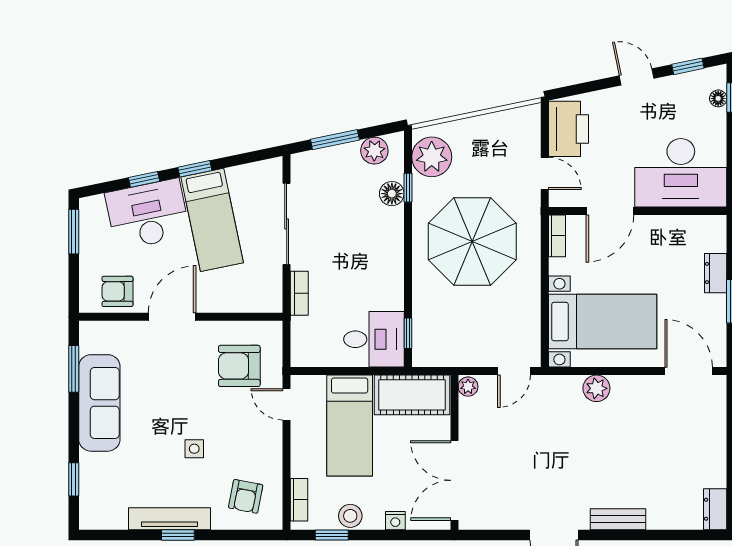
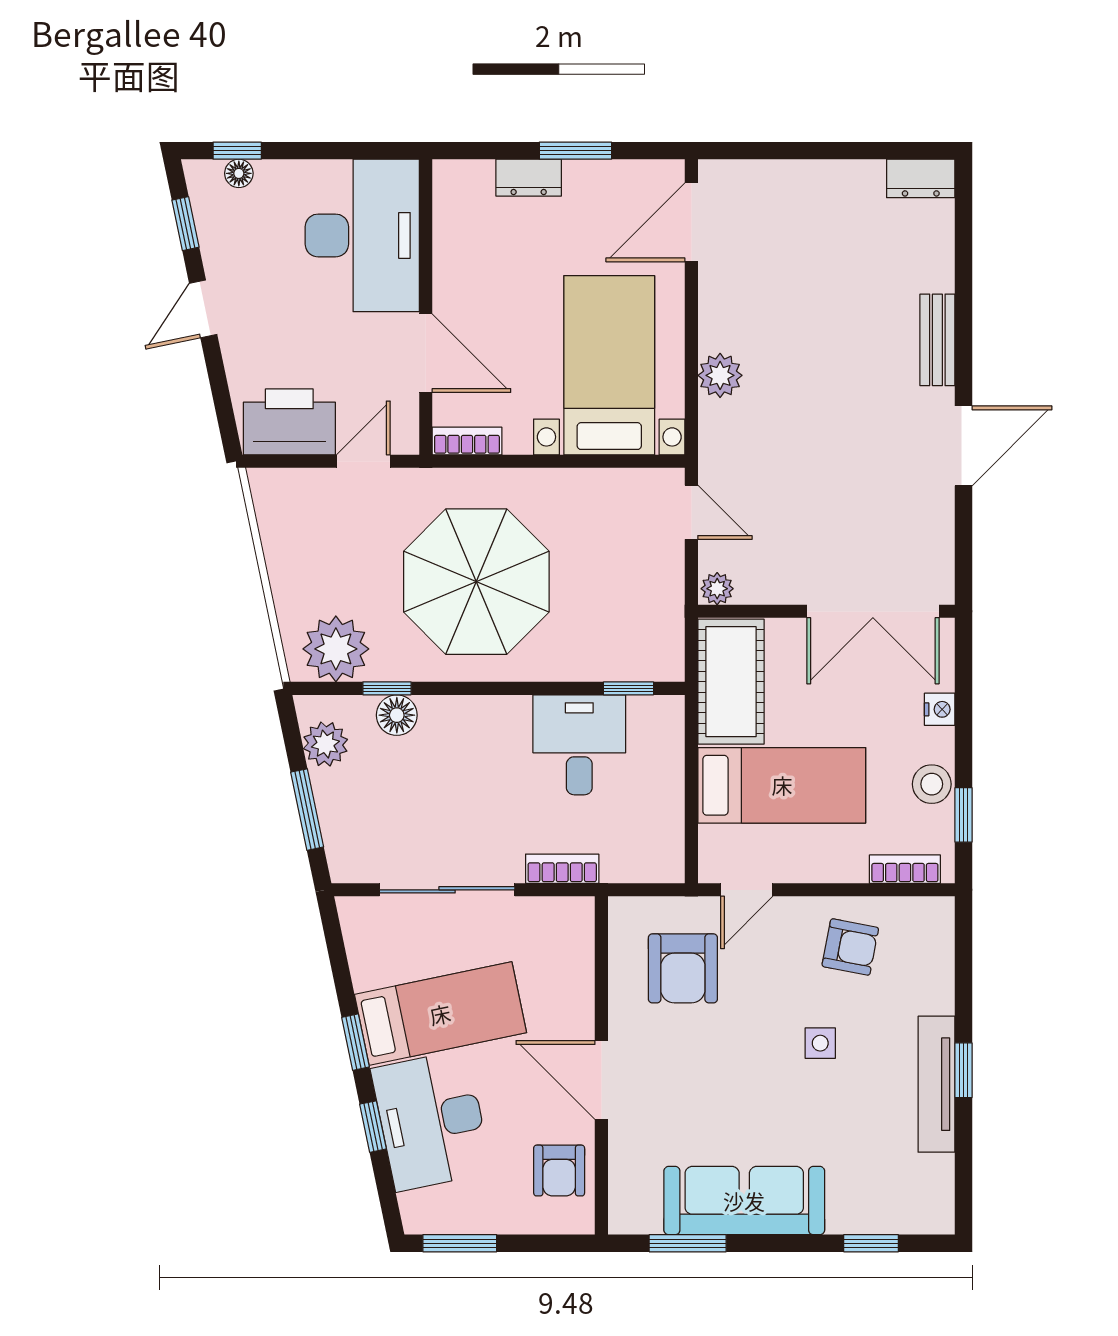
desk: (374, 339) -> (579, 745), moved
armchair: (246, 496) -> (850, 947), moved

